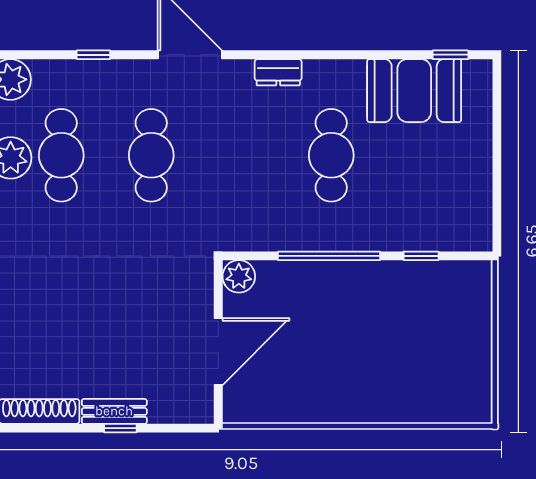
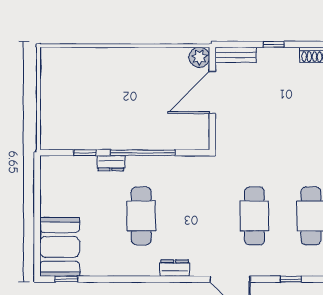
booth: (414, 91) -> (60, 247), moved, turned 90
dresser: (380, 239) -> (111, 163), added
plant: (239, 276) -> (199, 57), moved
bench: (114, 411) -> (235, 55), moved

